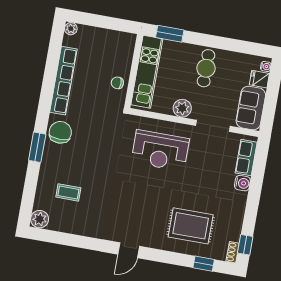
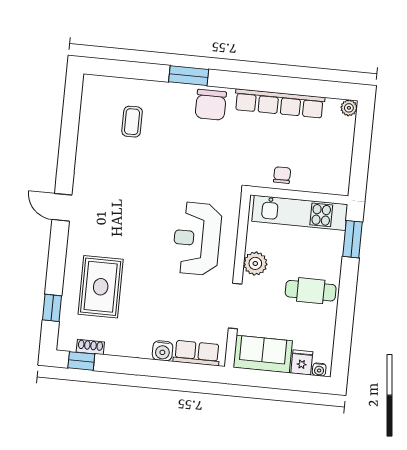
chair: (60, 132) -> (211, 105), turned 90
plant: (40, 219) -> (94, 86), removed
shoe rack: (233, 252) -> (90, 347), moved

